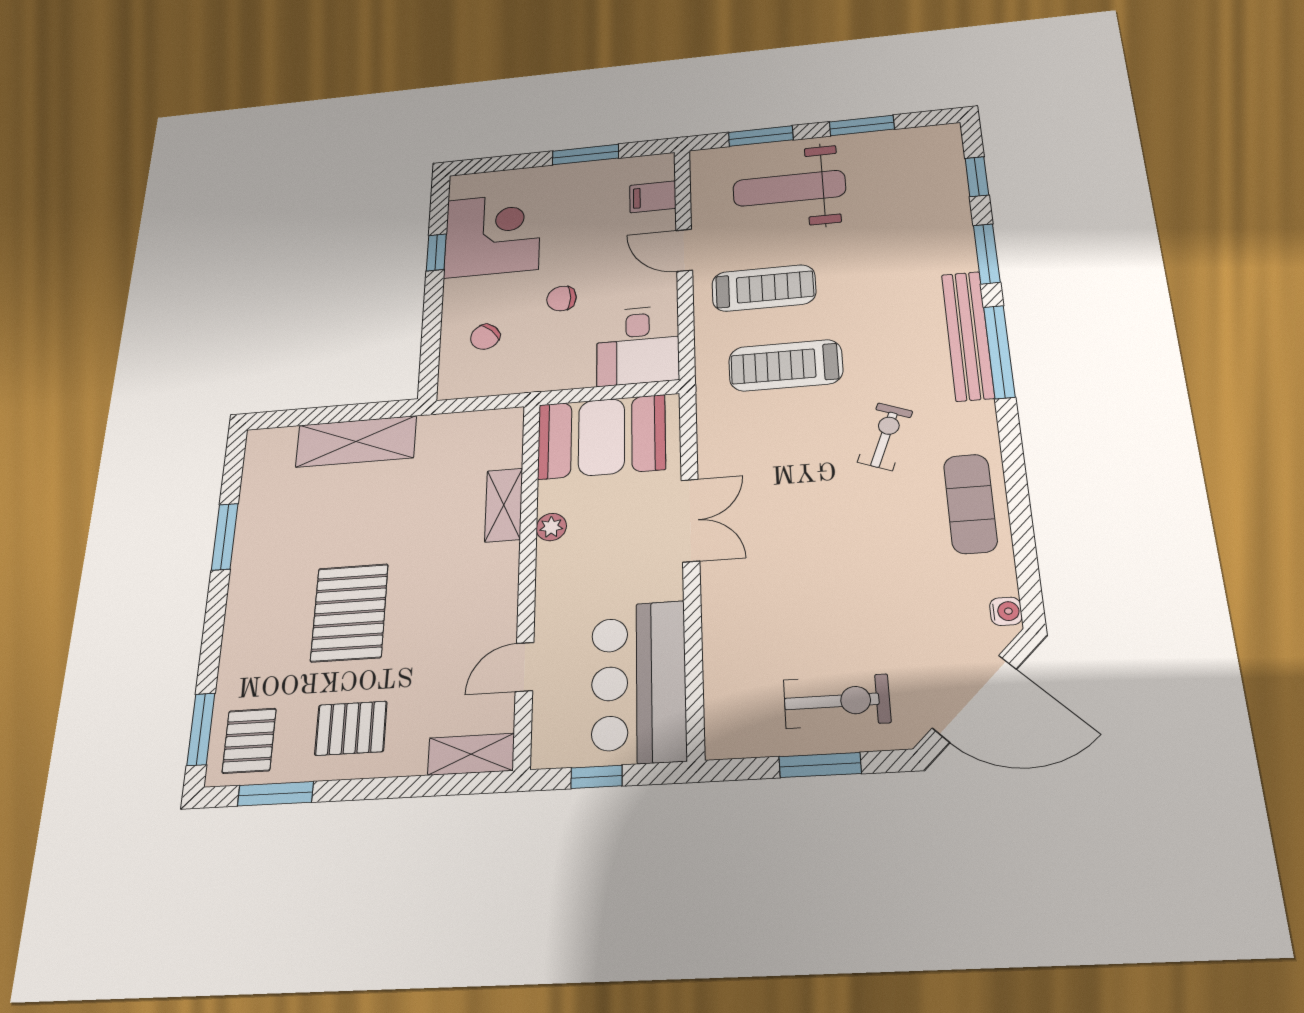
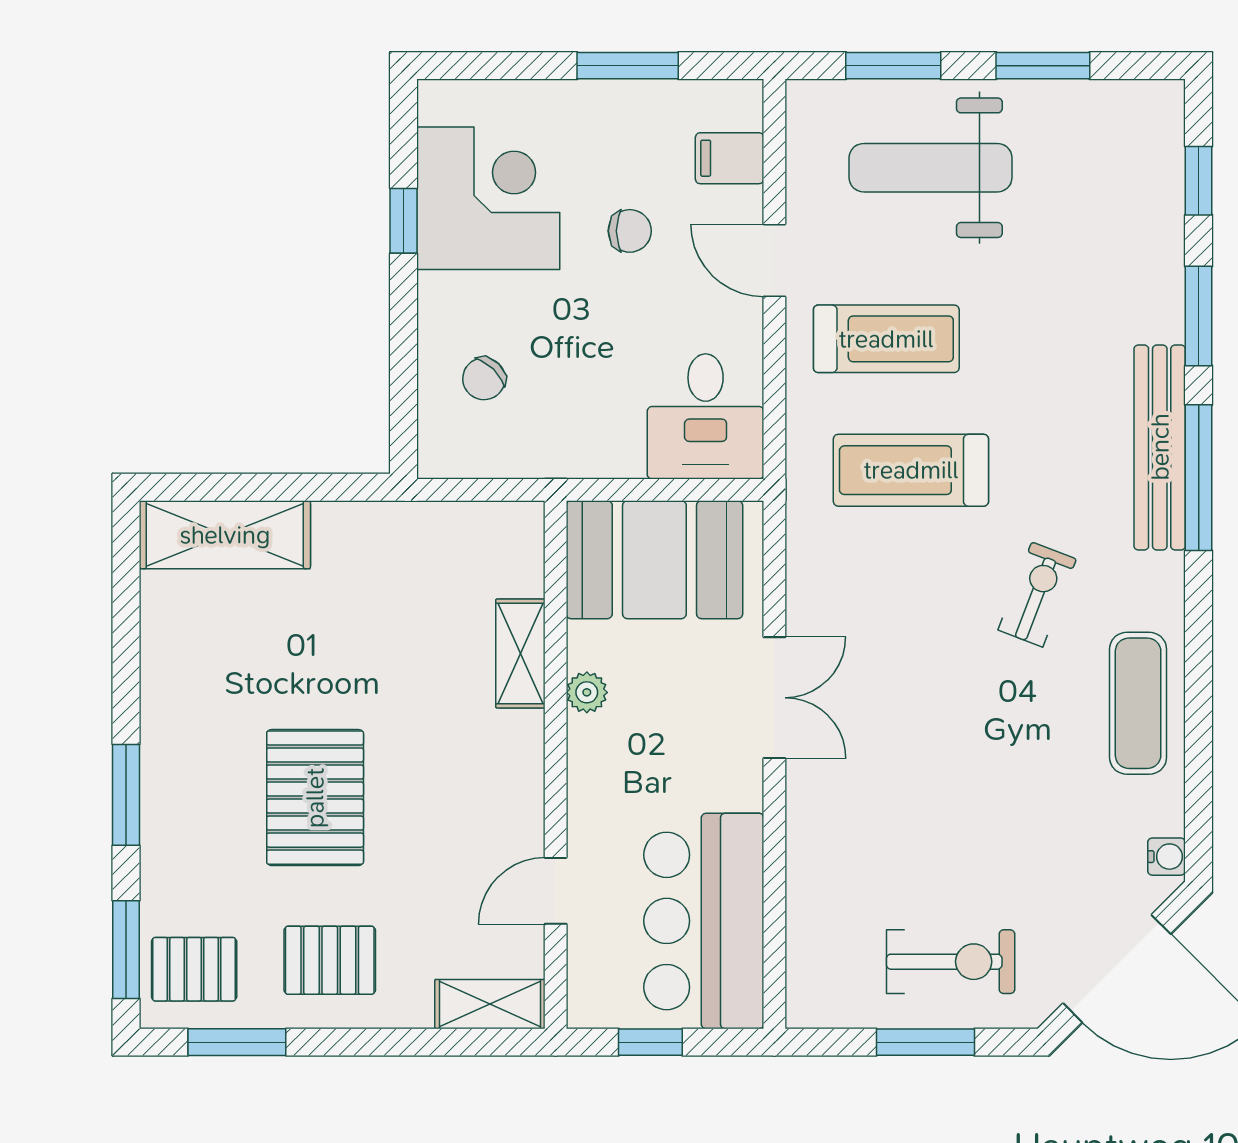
chair: (562, 299) -> (630, 231), moved, turned 180
shelving: (356, 441) -> (225, 535), moved
window: (225, 537) -> (126, 795), moved
pallet: (249, 741) -> (194, 969), turned 90

